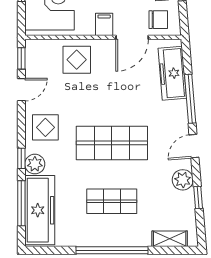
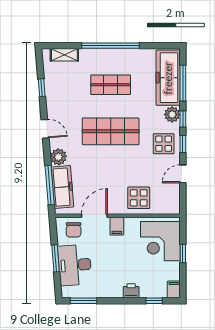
chair: (158, 20) -> (74, 230), turned -90
window: (21, 58) -> (183, 144), moved
window: (190, 99) -> (50, 185), moved
door: (194, 146) -> (45, 129), hinge flipped
plant: (183, 180) -> (58, 157), moved

